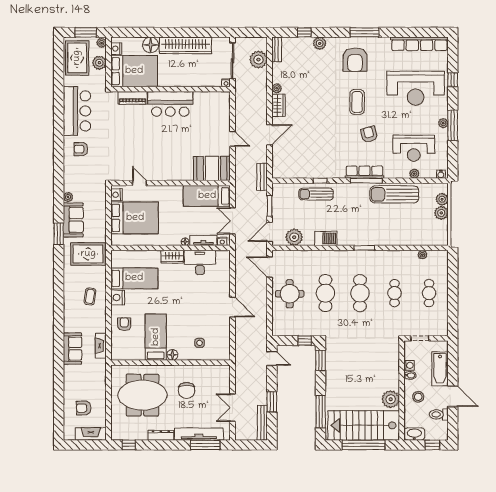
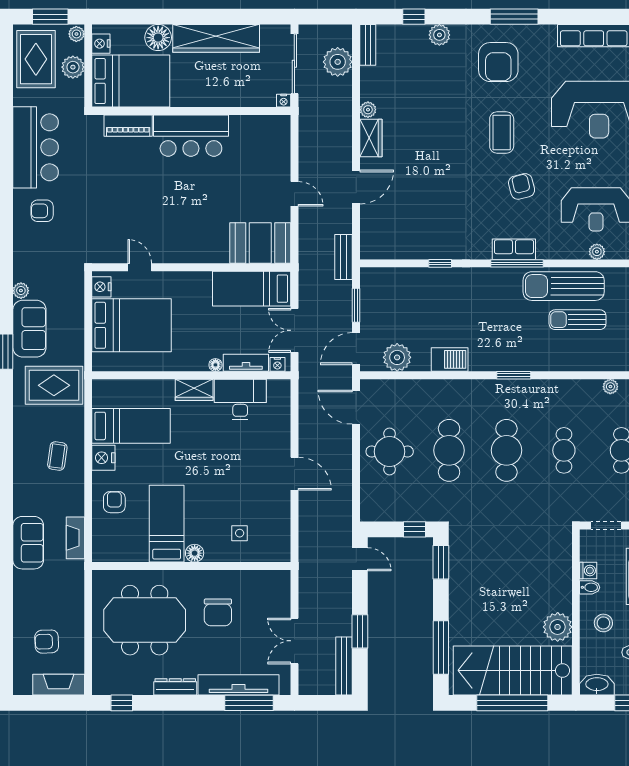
row of seats: (364, 172) -> (514, 249), width x0.68
sun lounger: (316, 194) -> (578, 320), moved

